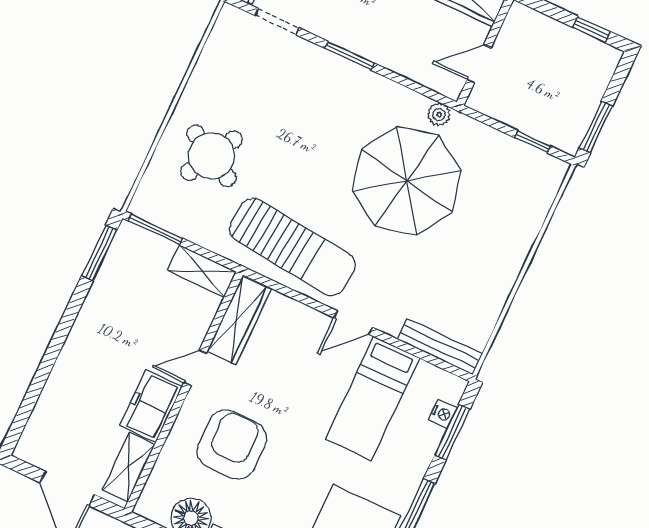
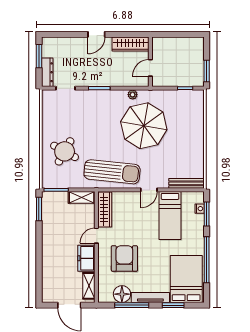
window: (592, 30) -> (187, 34), removed
plant: (439, 114) -> (133, 95), moved

